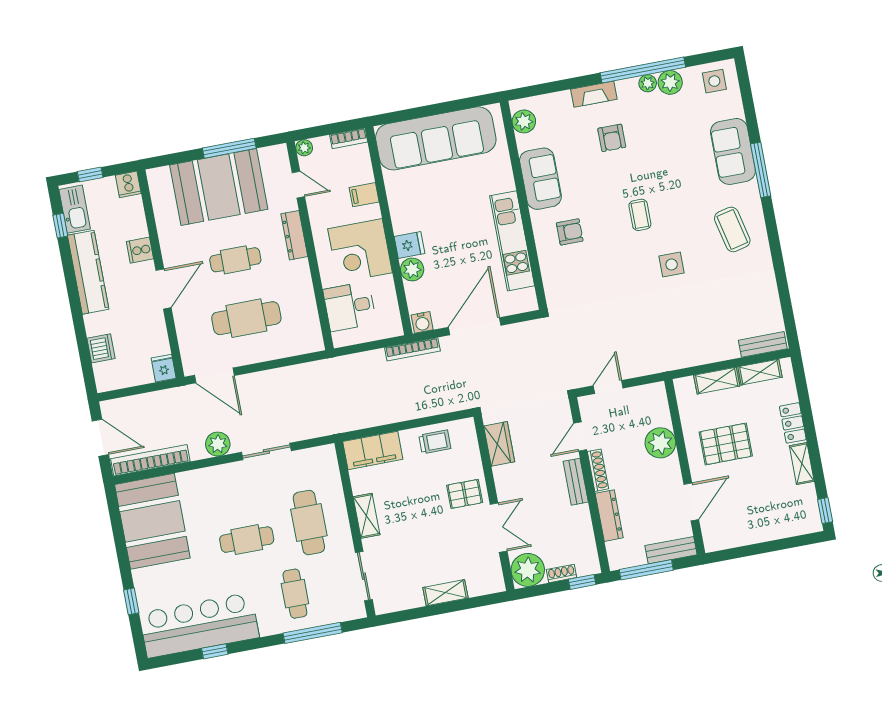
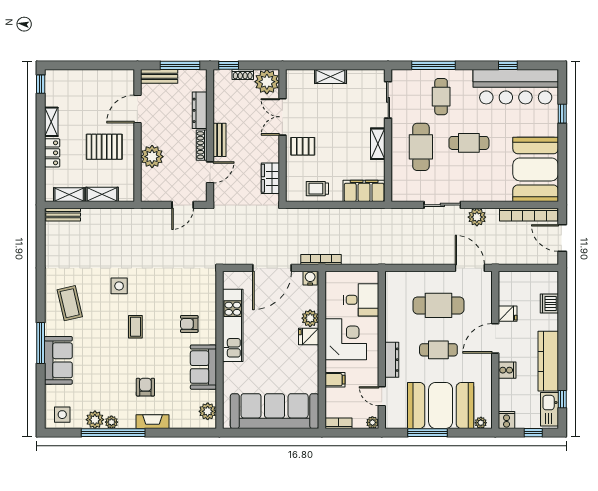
plant: (162, 174) -> (481, 423), added
fridge: (164, 368) -> (508, 314), moved, turned -90

